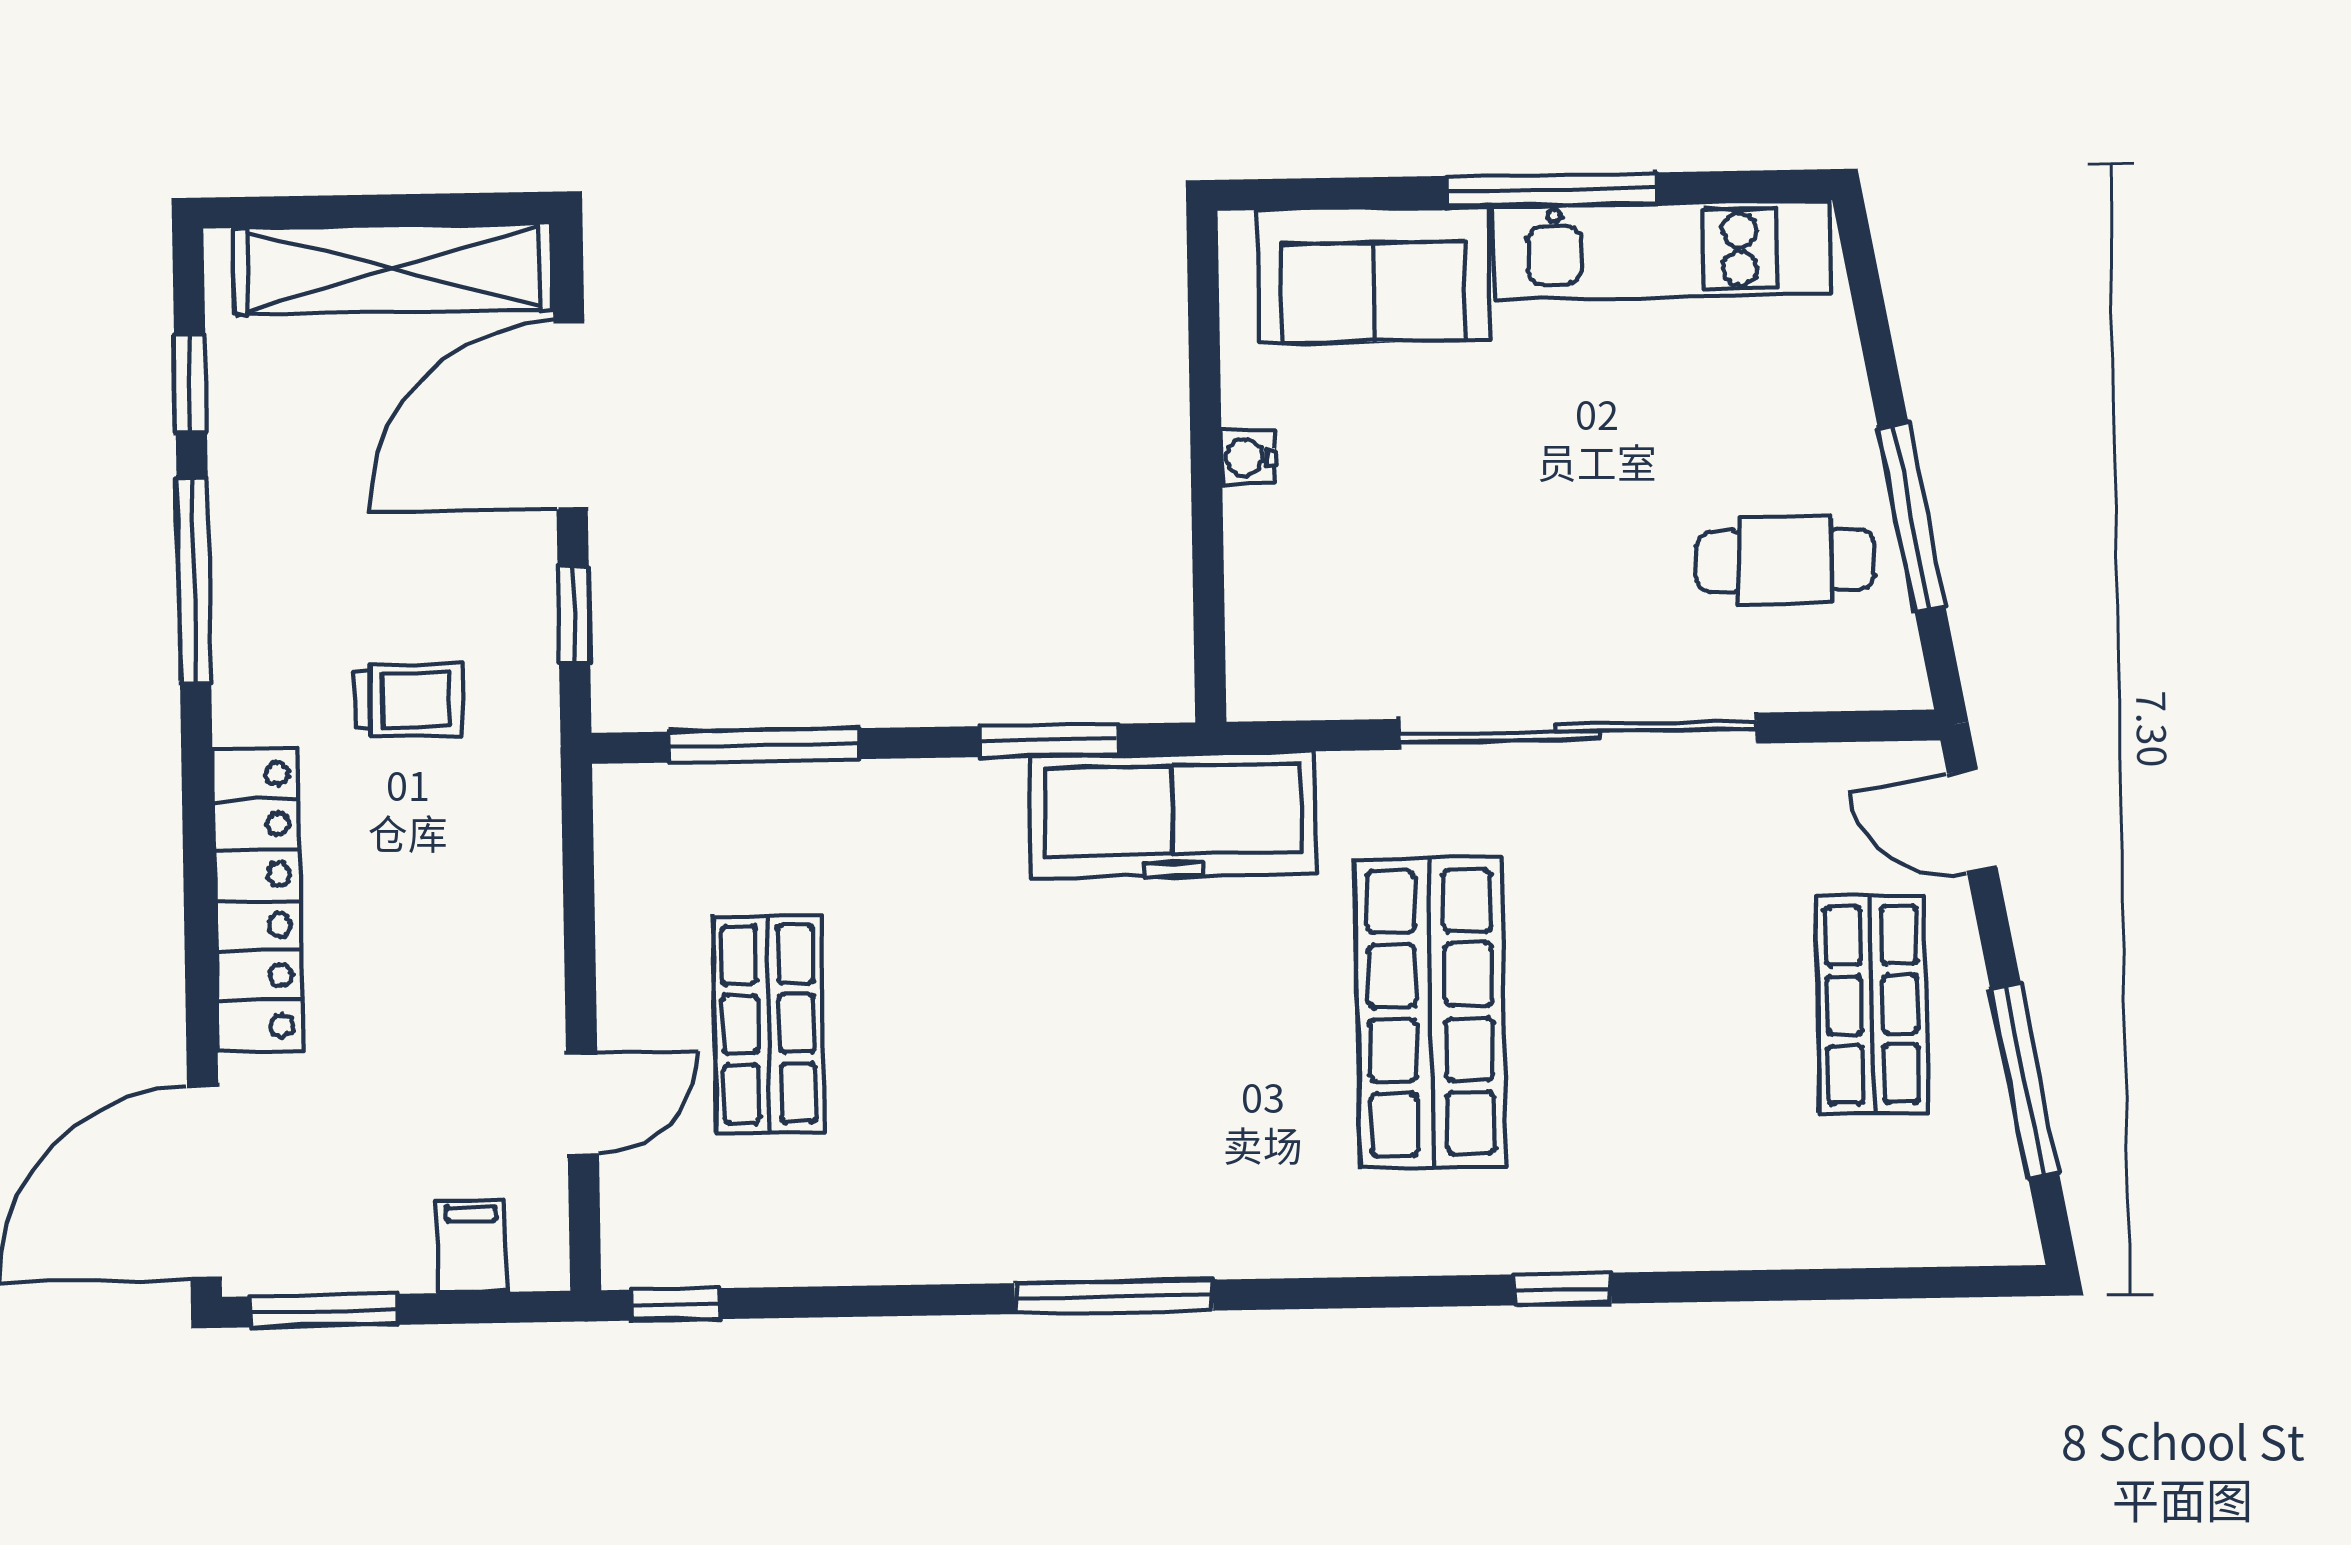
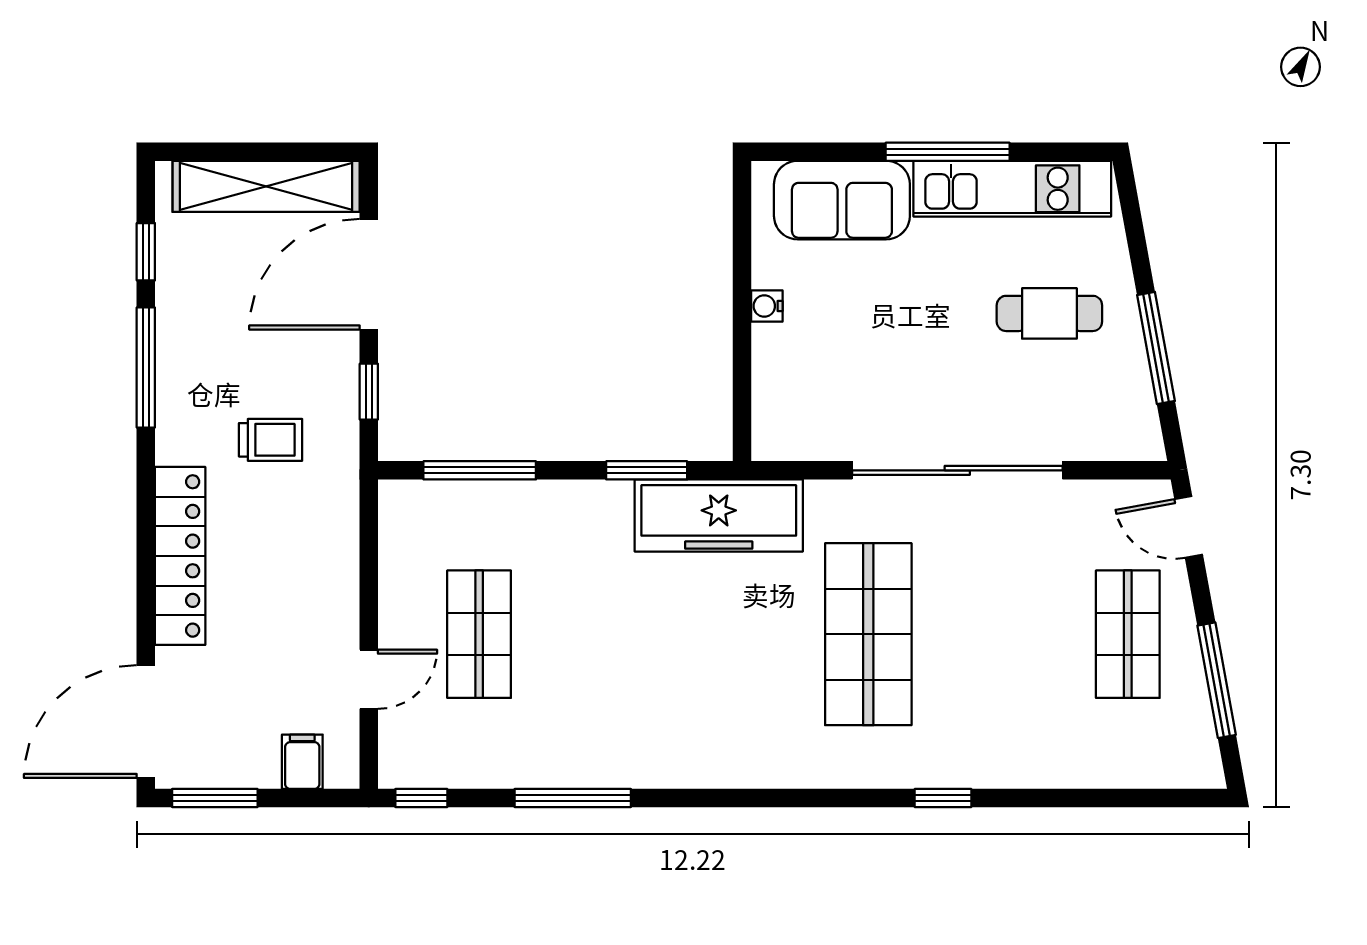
cafe table: (1785, 561) -> (1049, 313), moved
window: (1114, 1297) -> (573, 798), moved

